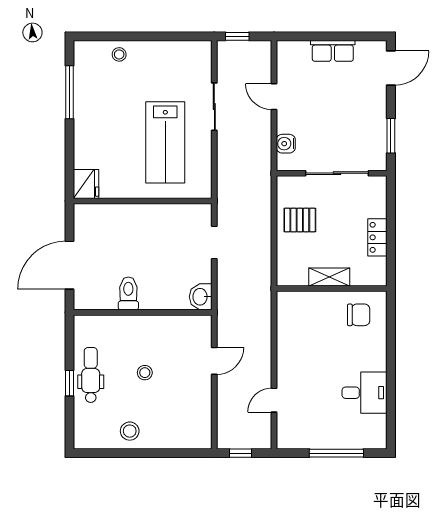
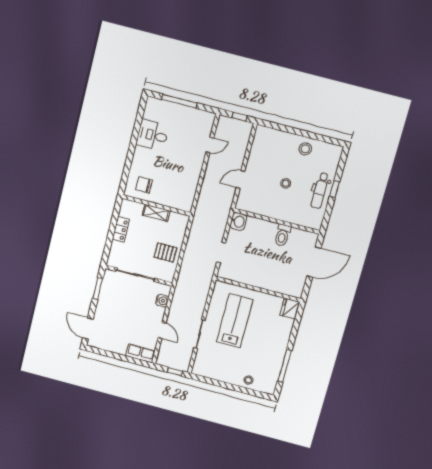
row of seats: (333, 51) -> (140, 353), moved
door: (391, 68) -> (88, 329), hinge flipped

